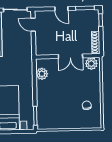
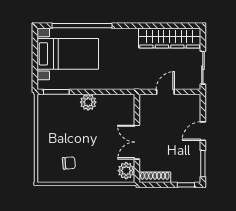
door: (33, 25) -> (165, 92), moved
plant: (42, 74) -> (88, 102), moved

